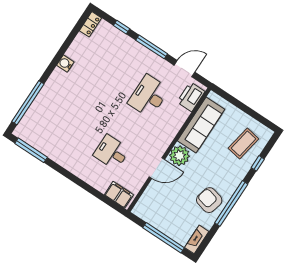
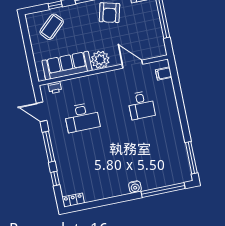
water cooler: (65, 64) -> (135, 187), moved
printer: (191, 97) -> (55, 87), width x0.53, depth x0.68
coffee table: (243, 144) -> (52, 27), turned -53
door: (157, 168) -> (132, 64), moved
filing cabinet: (119, 195) -> (164, 73), width x0.50

